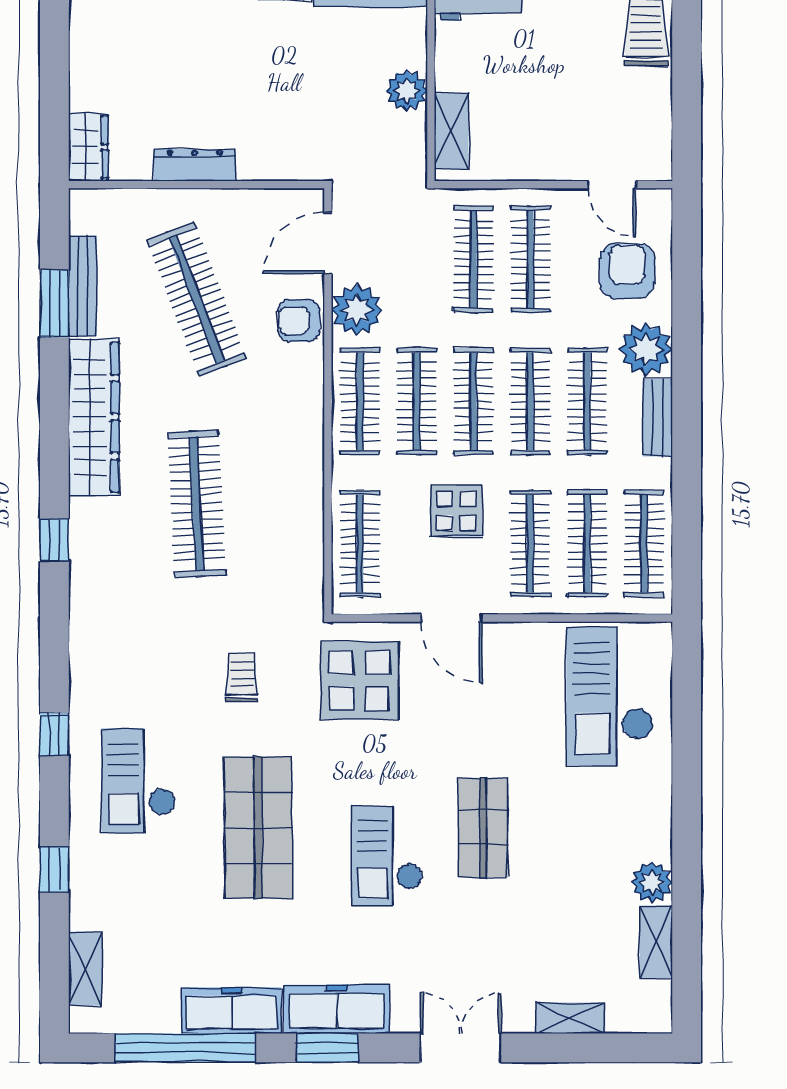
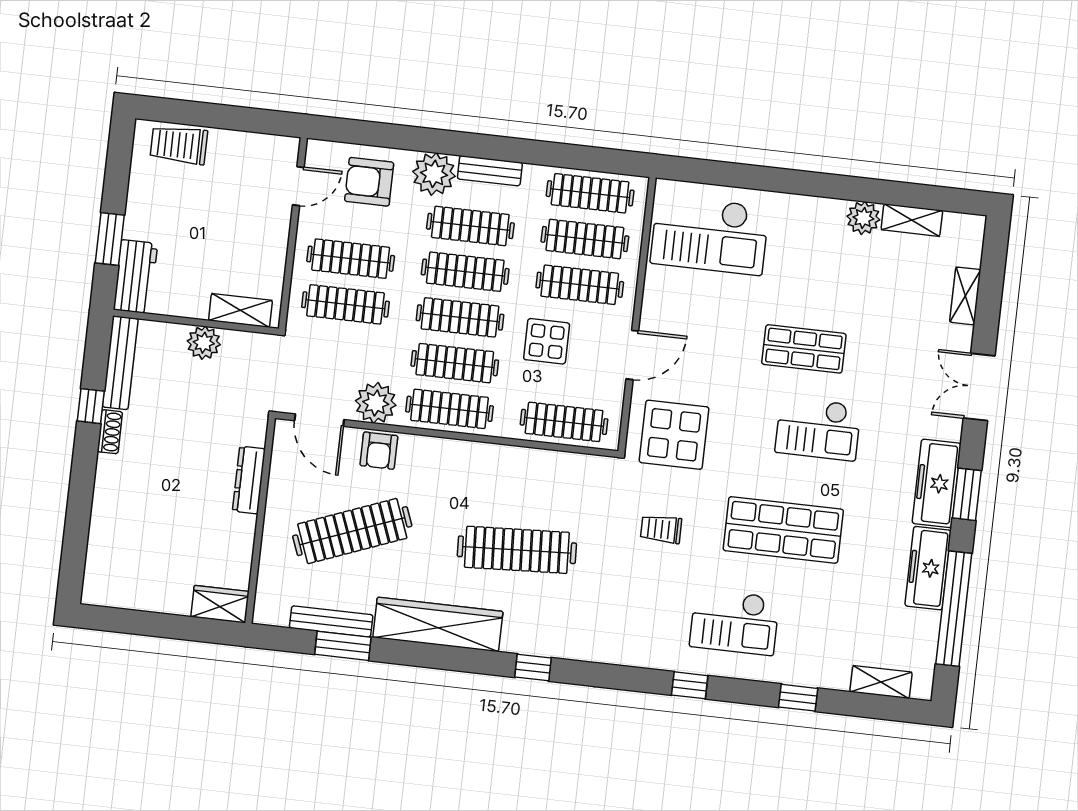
dresser: (195, 165) -> (249, 480), moved

